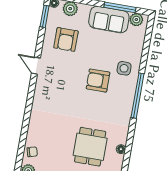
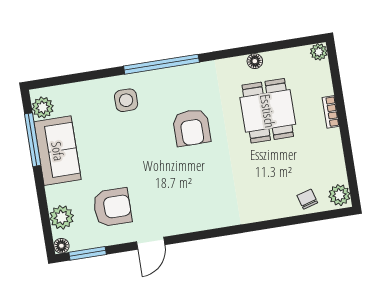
door: (36, 66) -> (151, 243), moved
armchair: (98, 81) -> (192, 128), moved
dining table: (90, 147) -> (268, 111), turned 90

